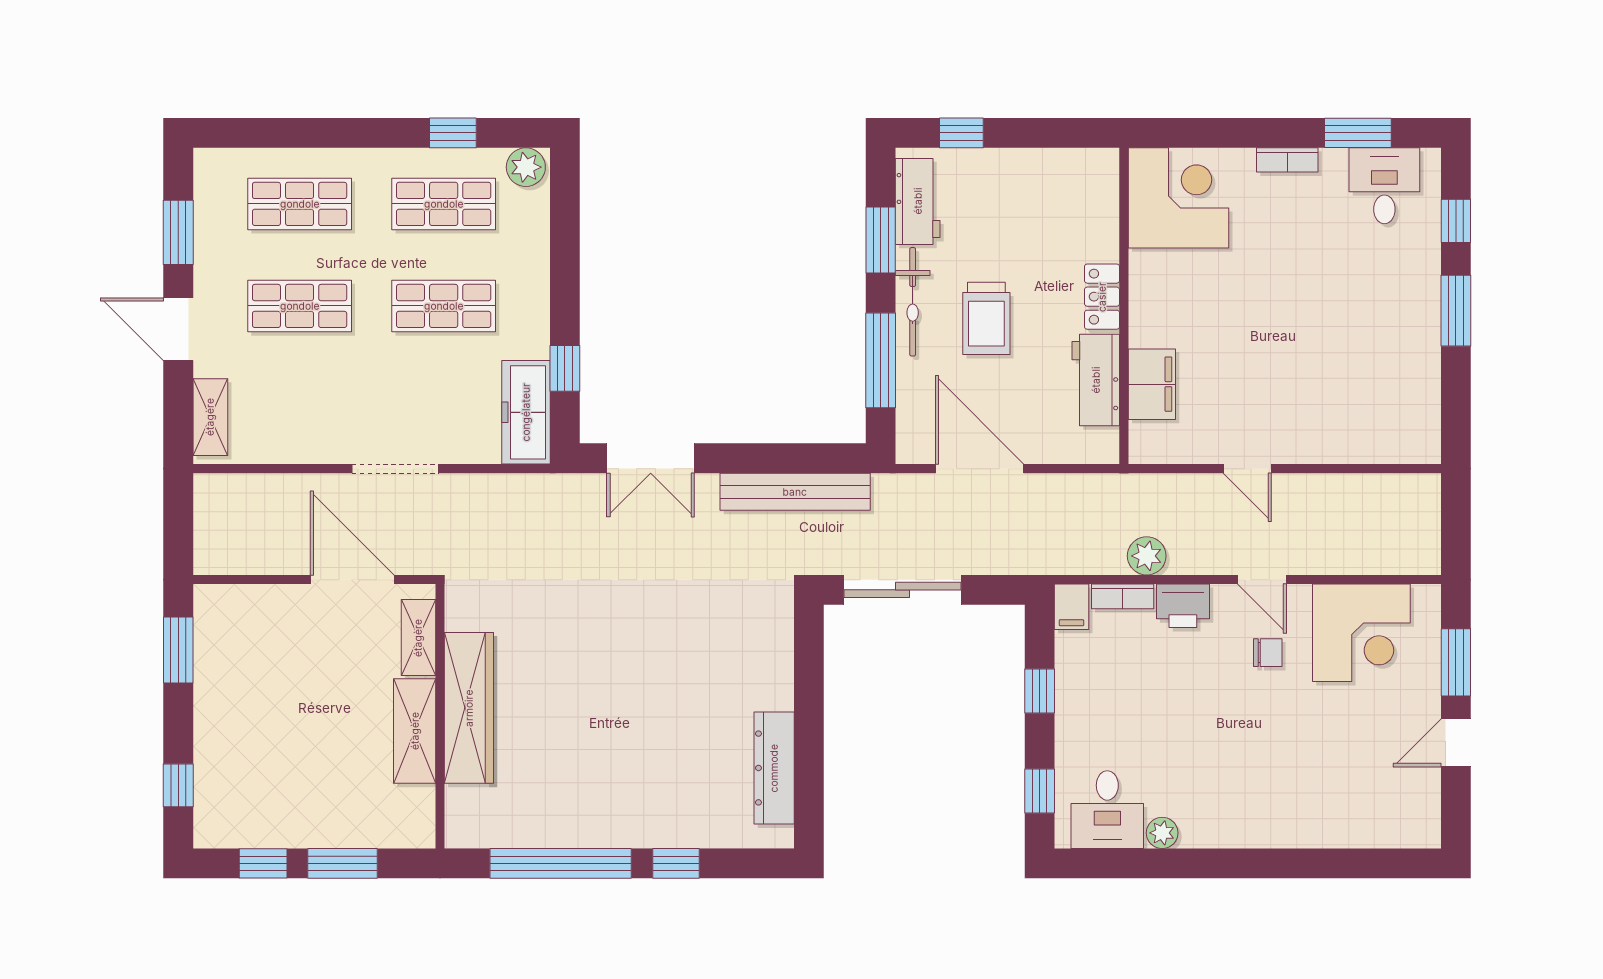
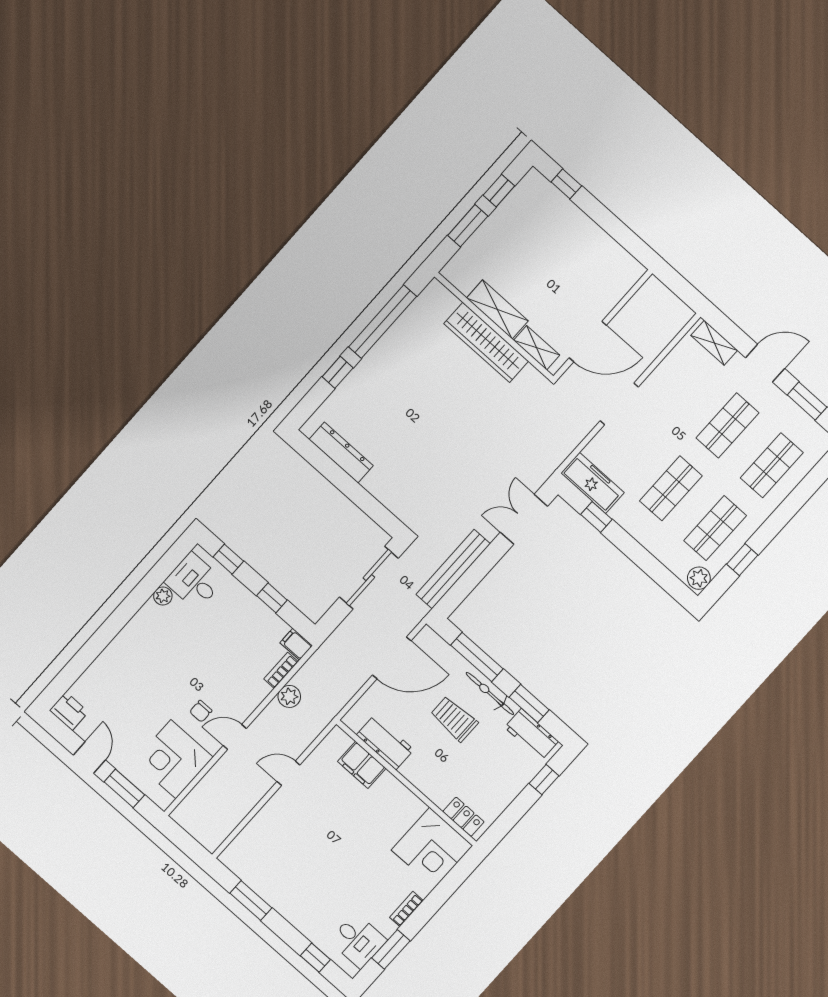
locker: (1102, 297) -> (463, 817), moved
window: (1456, 311) -> (251, 900), moved
printer: (1183, 606) -> (69, 711), moved, turned 90
window: (178, 650) -> (625, 237), removed

